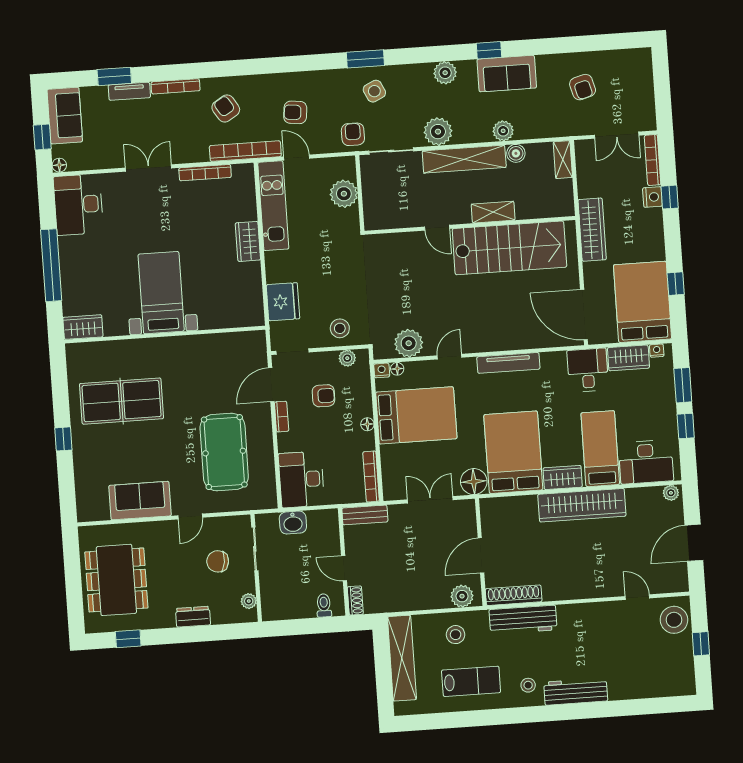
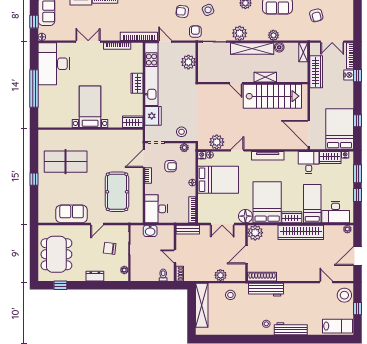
armchair: (226, 108) -> (130, 14), removed
armchair: (295, 112) -> (182, 11), moved
desk: (78, 205) -> (54, 64), width x1.36, depth x1.30
kitchen unit: (273, 206) -> (151, 74), width x1.36
wardrobe: (592, 230) -> (316, 72), moved
wardrobe: (83, 327) -> (133, 122), moved
double door: (430, 500) -> (222, 224), swing flipped
plant: (495, 512) -> (255, 233), added
plant: (462, 596) -> (220, 275), moved
lab bench: (471, 681) -> (338, 326), moved

